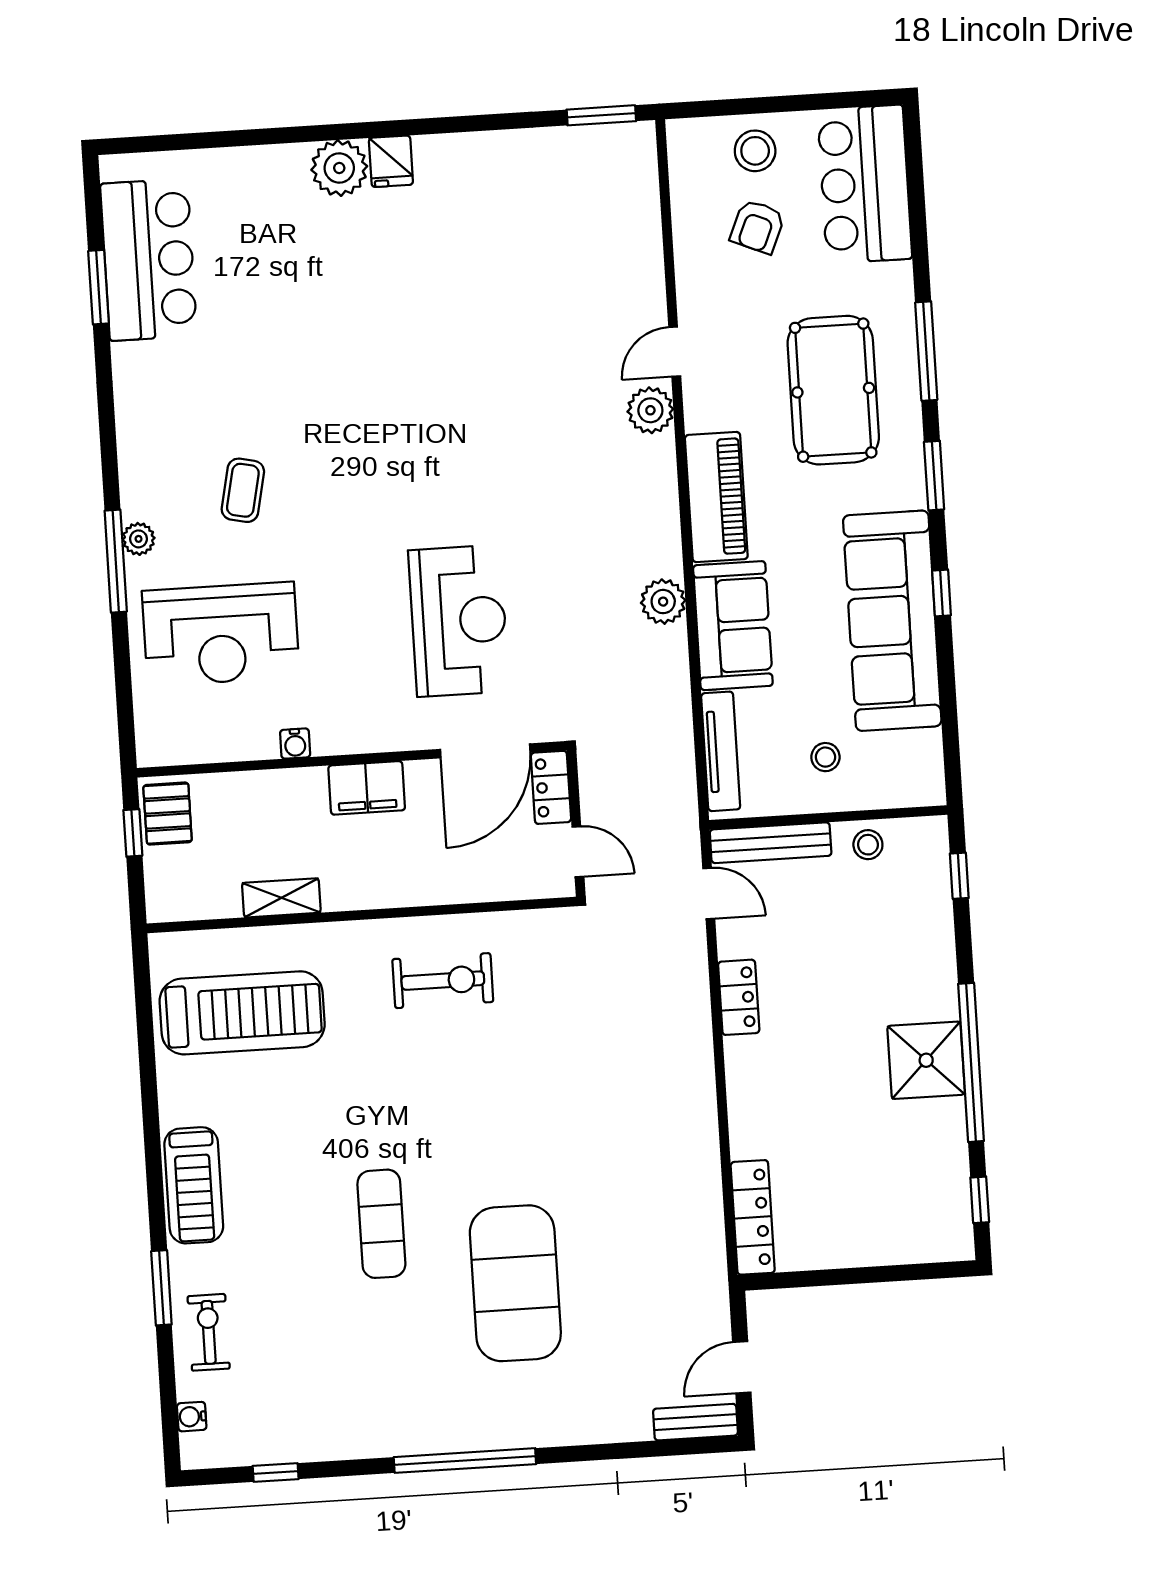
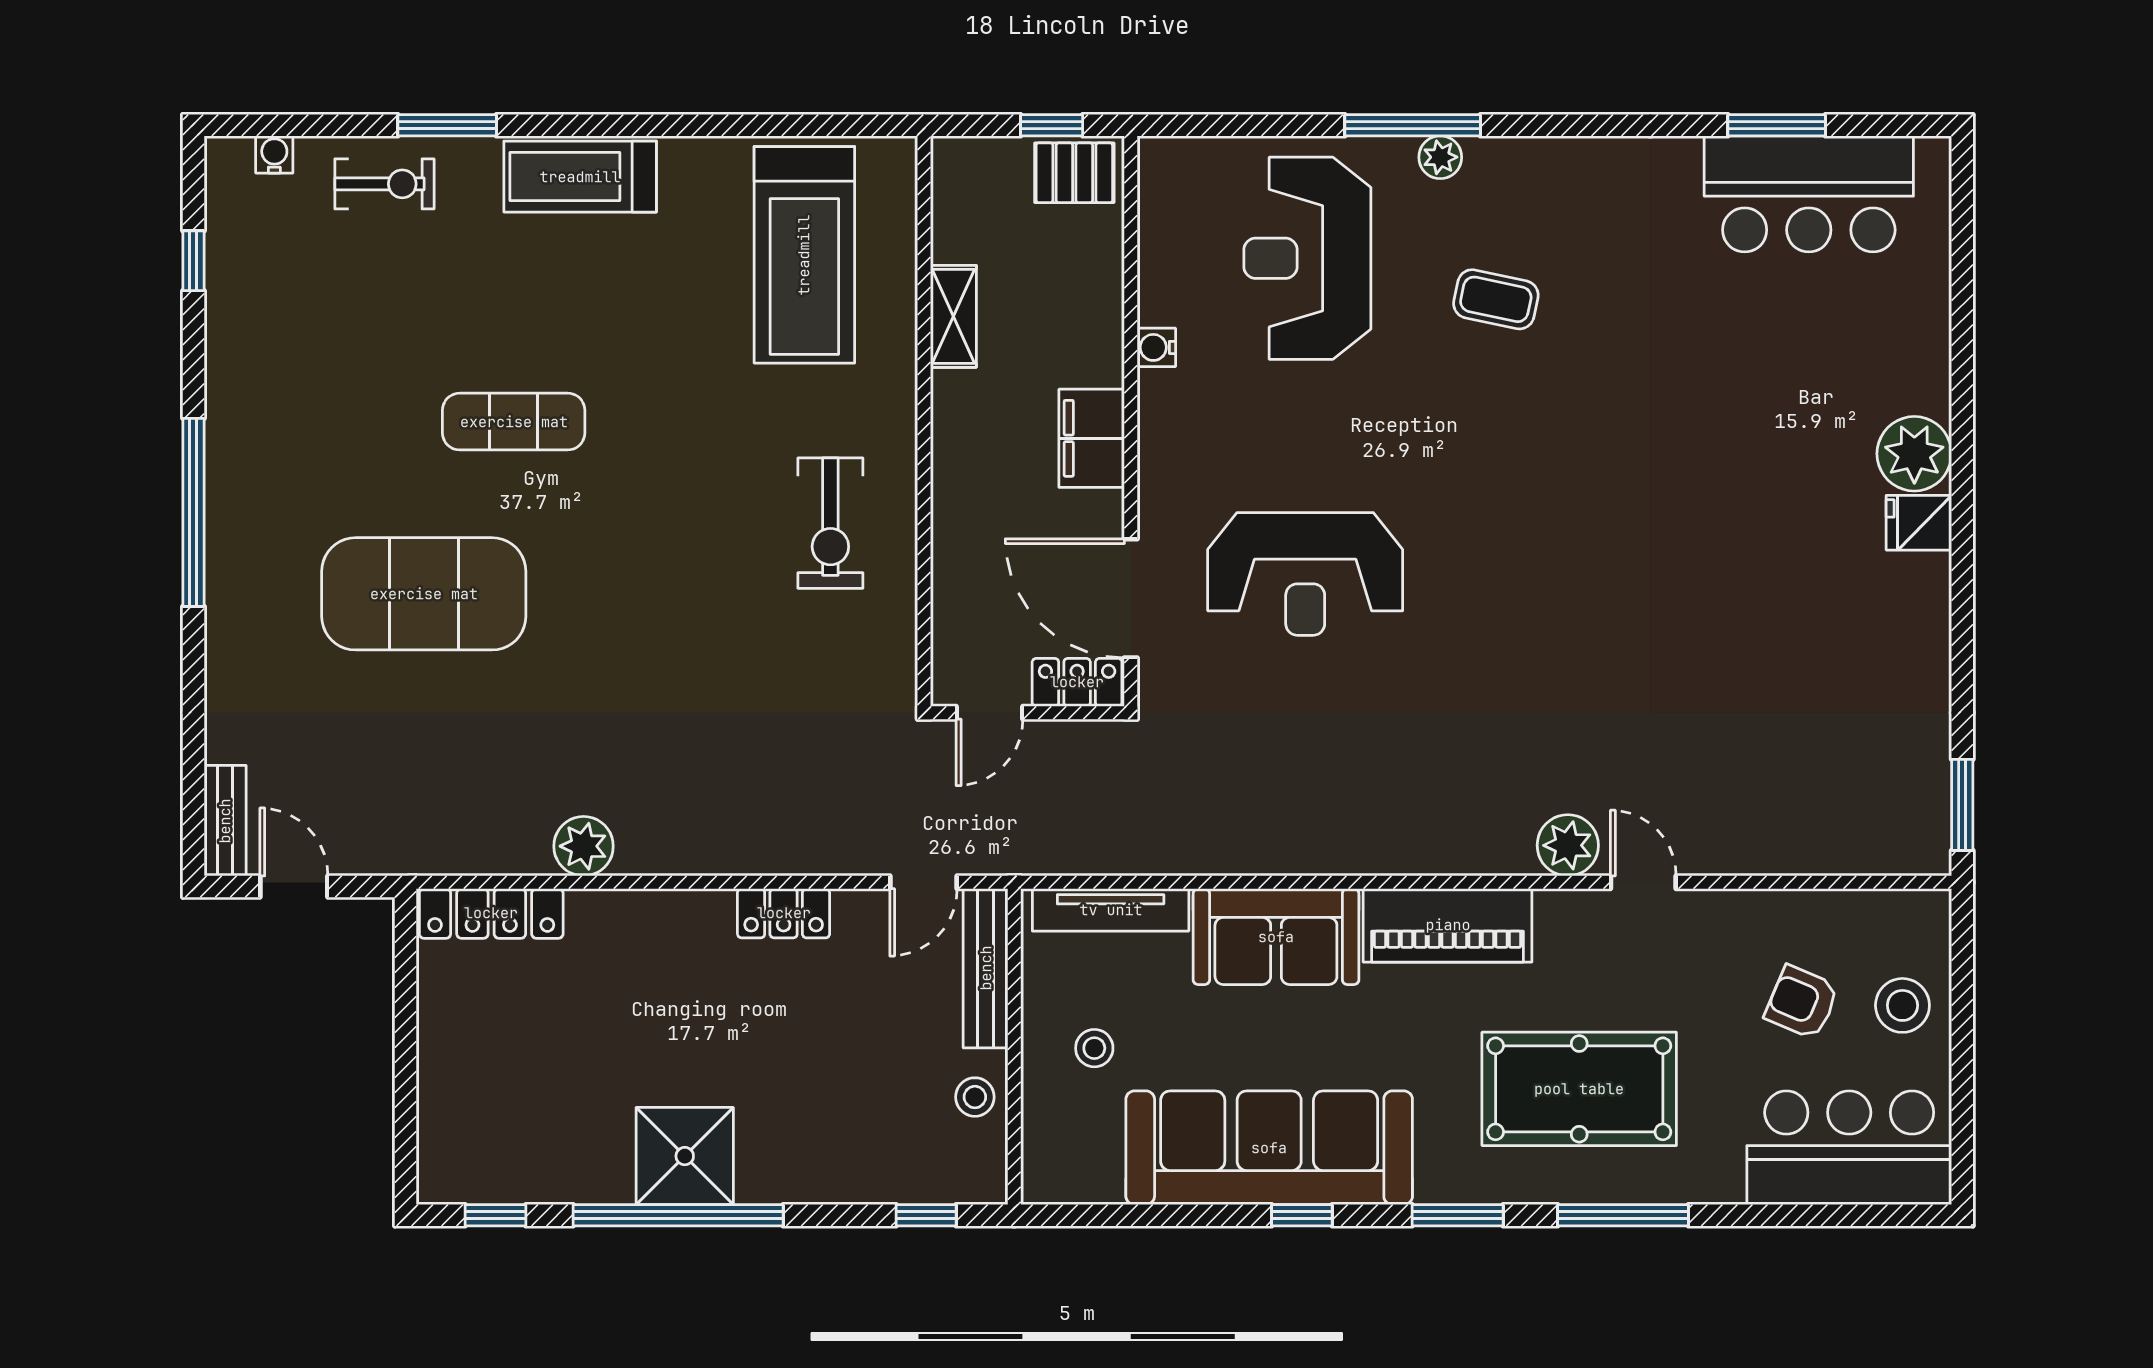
plant: (663, 602) -> (584, 846), moved

